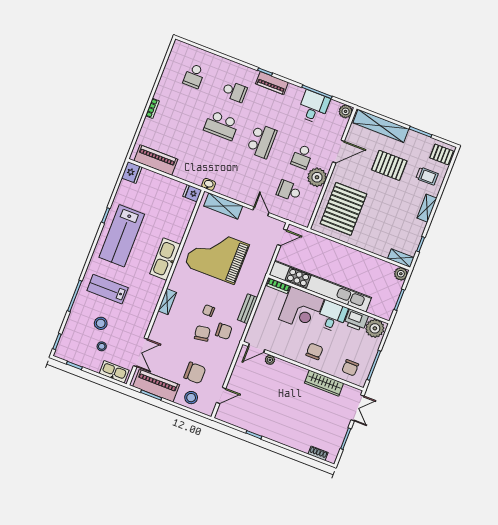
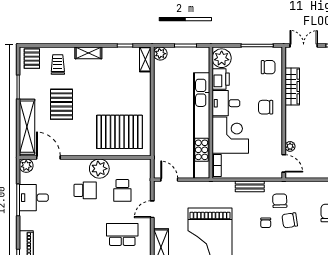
school desk: (262, 141) -> (122, 234), moved
door: (339, 152) -> (48, 158), moved

